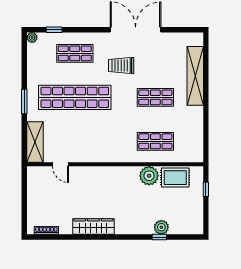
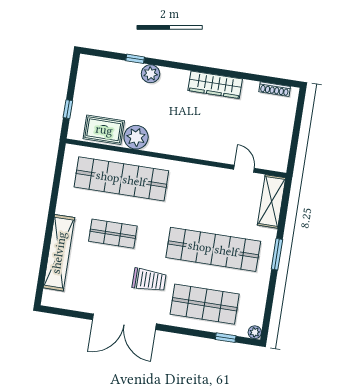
shop shelf: (75, 53) -> (205, 304), width x1.43, depth x1.36
shop shelf: (155, 141) -> (121, 179), width x2.00, depth x1.36
plant: (161, 227) -> (151, 74), moved

